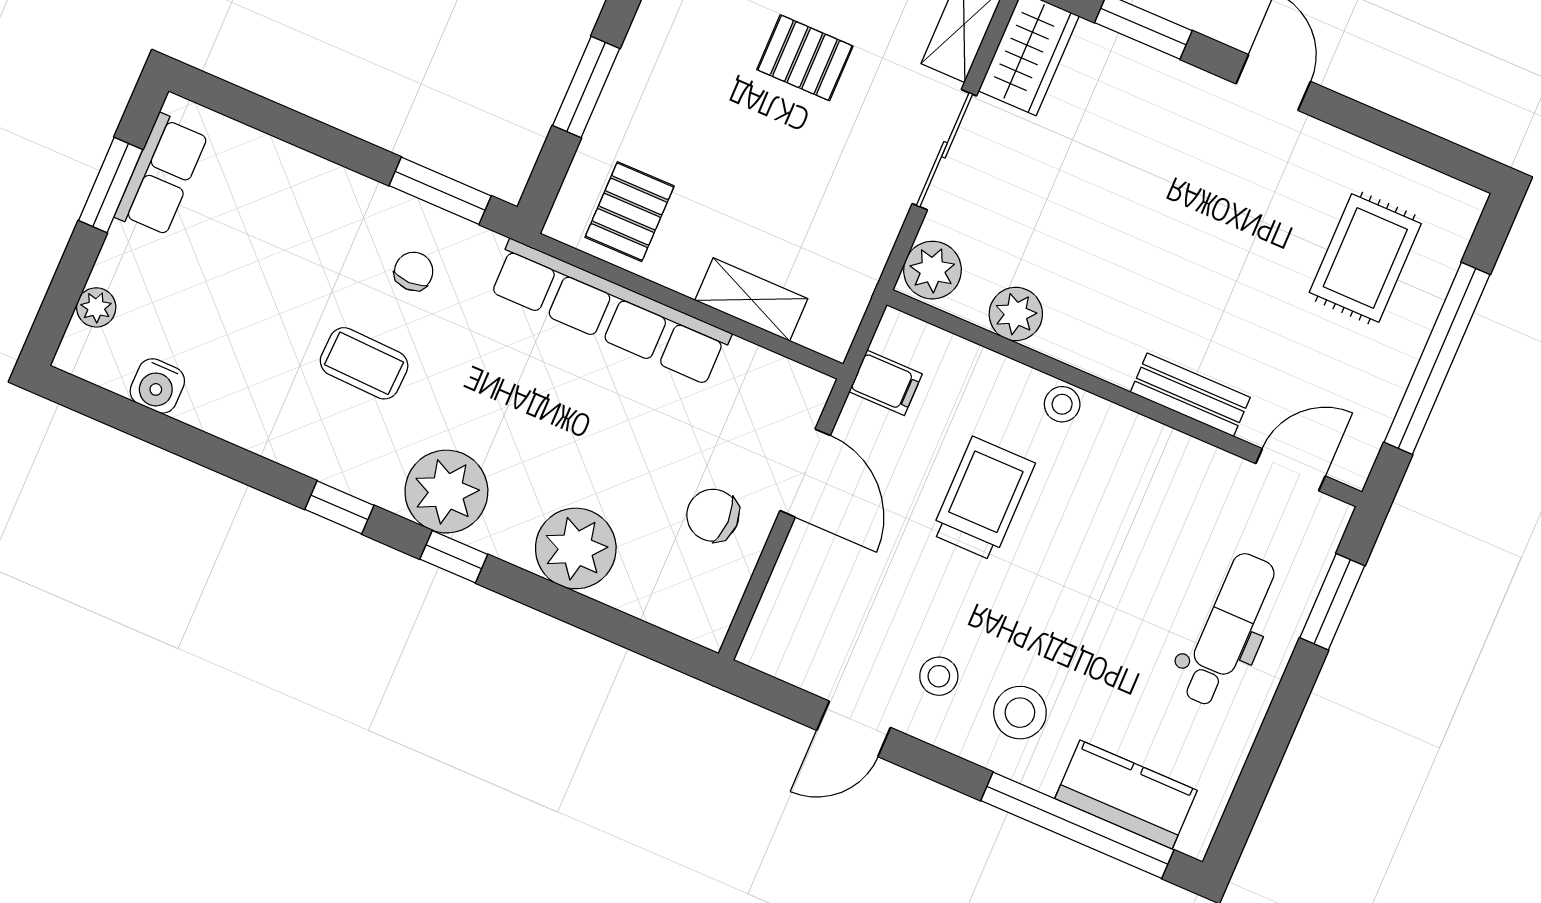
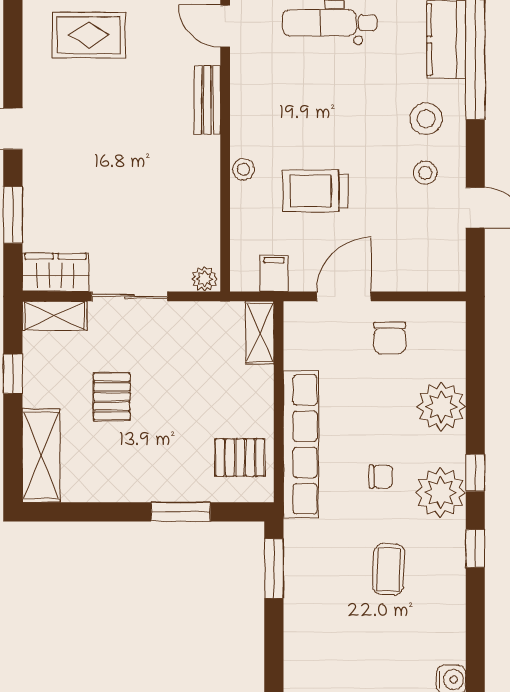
plant: (932, 270) -> (205, 279), width x0.73, depth x0.73
chair: (414, 271) -> (381, 477), moved, turned 180
shelving: (751, 299) -> (260, 333), moved
plant: (1016, 314) -> (204, 217), removed

